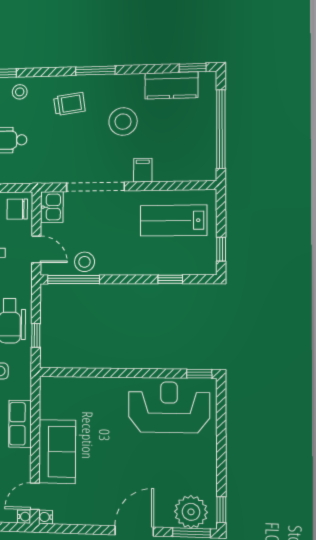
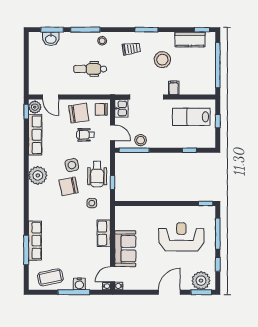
window: (221, 249) -> (218, 121), moved
reception desk: (169, 407) -> (181, 237), moved
window: (221, 428) -> (218, 234), added
window: (221, 510) -> (218, 264), moved

